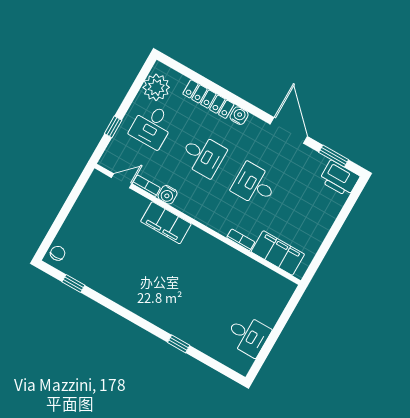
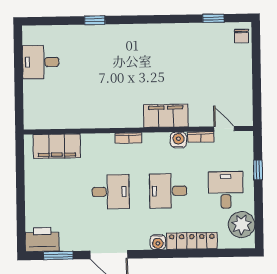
door: (122, 181) -> (224, 129), swing flipped
bookcase: (241, 240) -> (128, 138), moved

